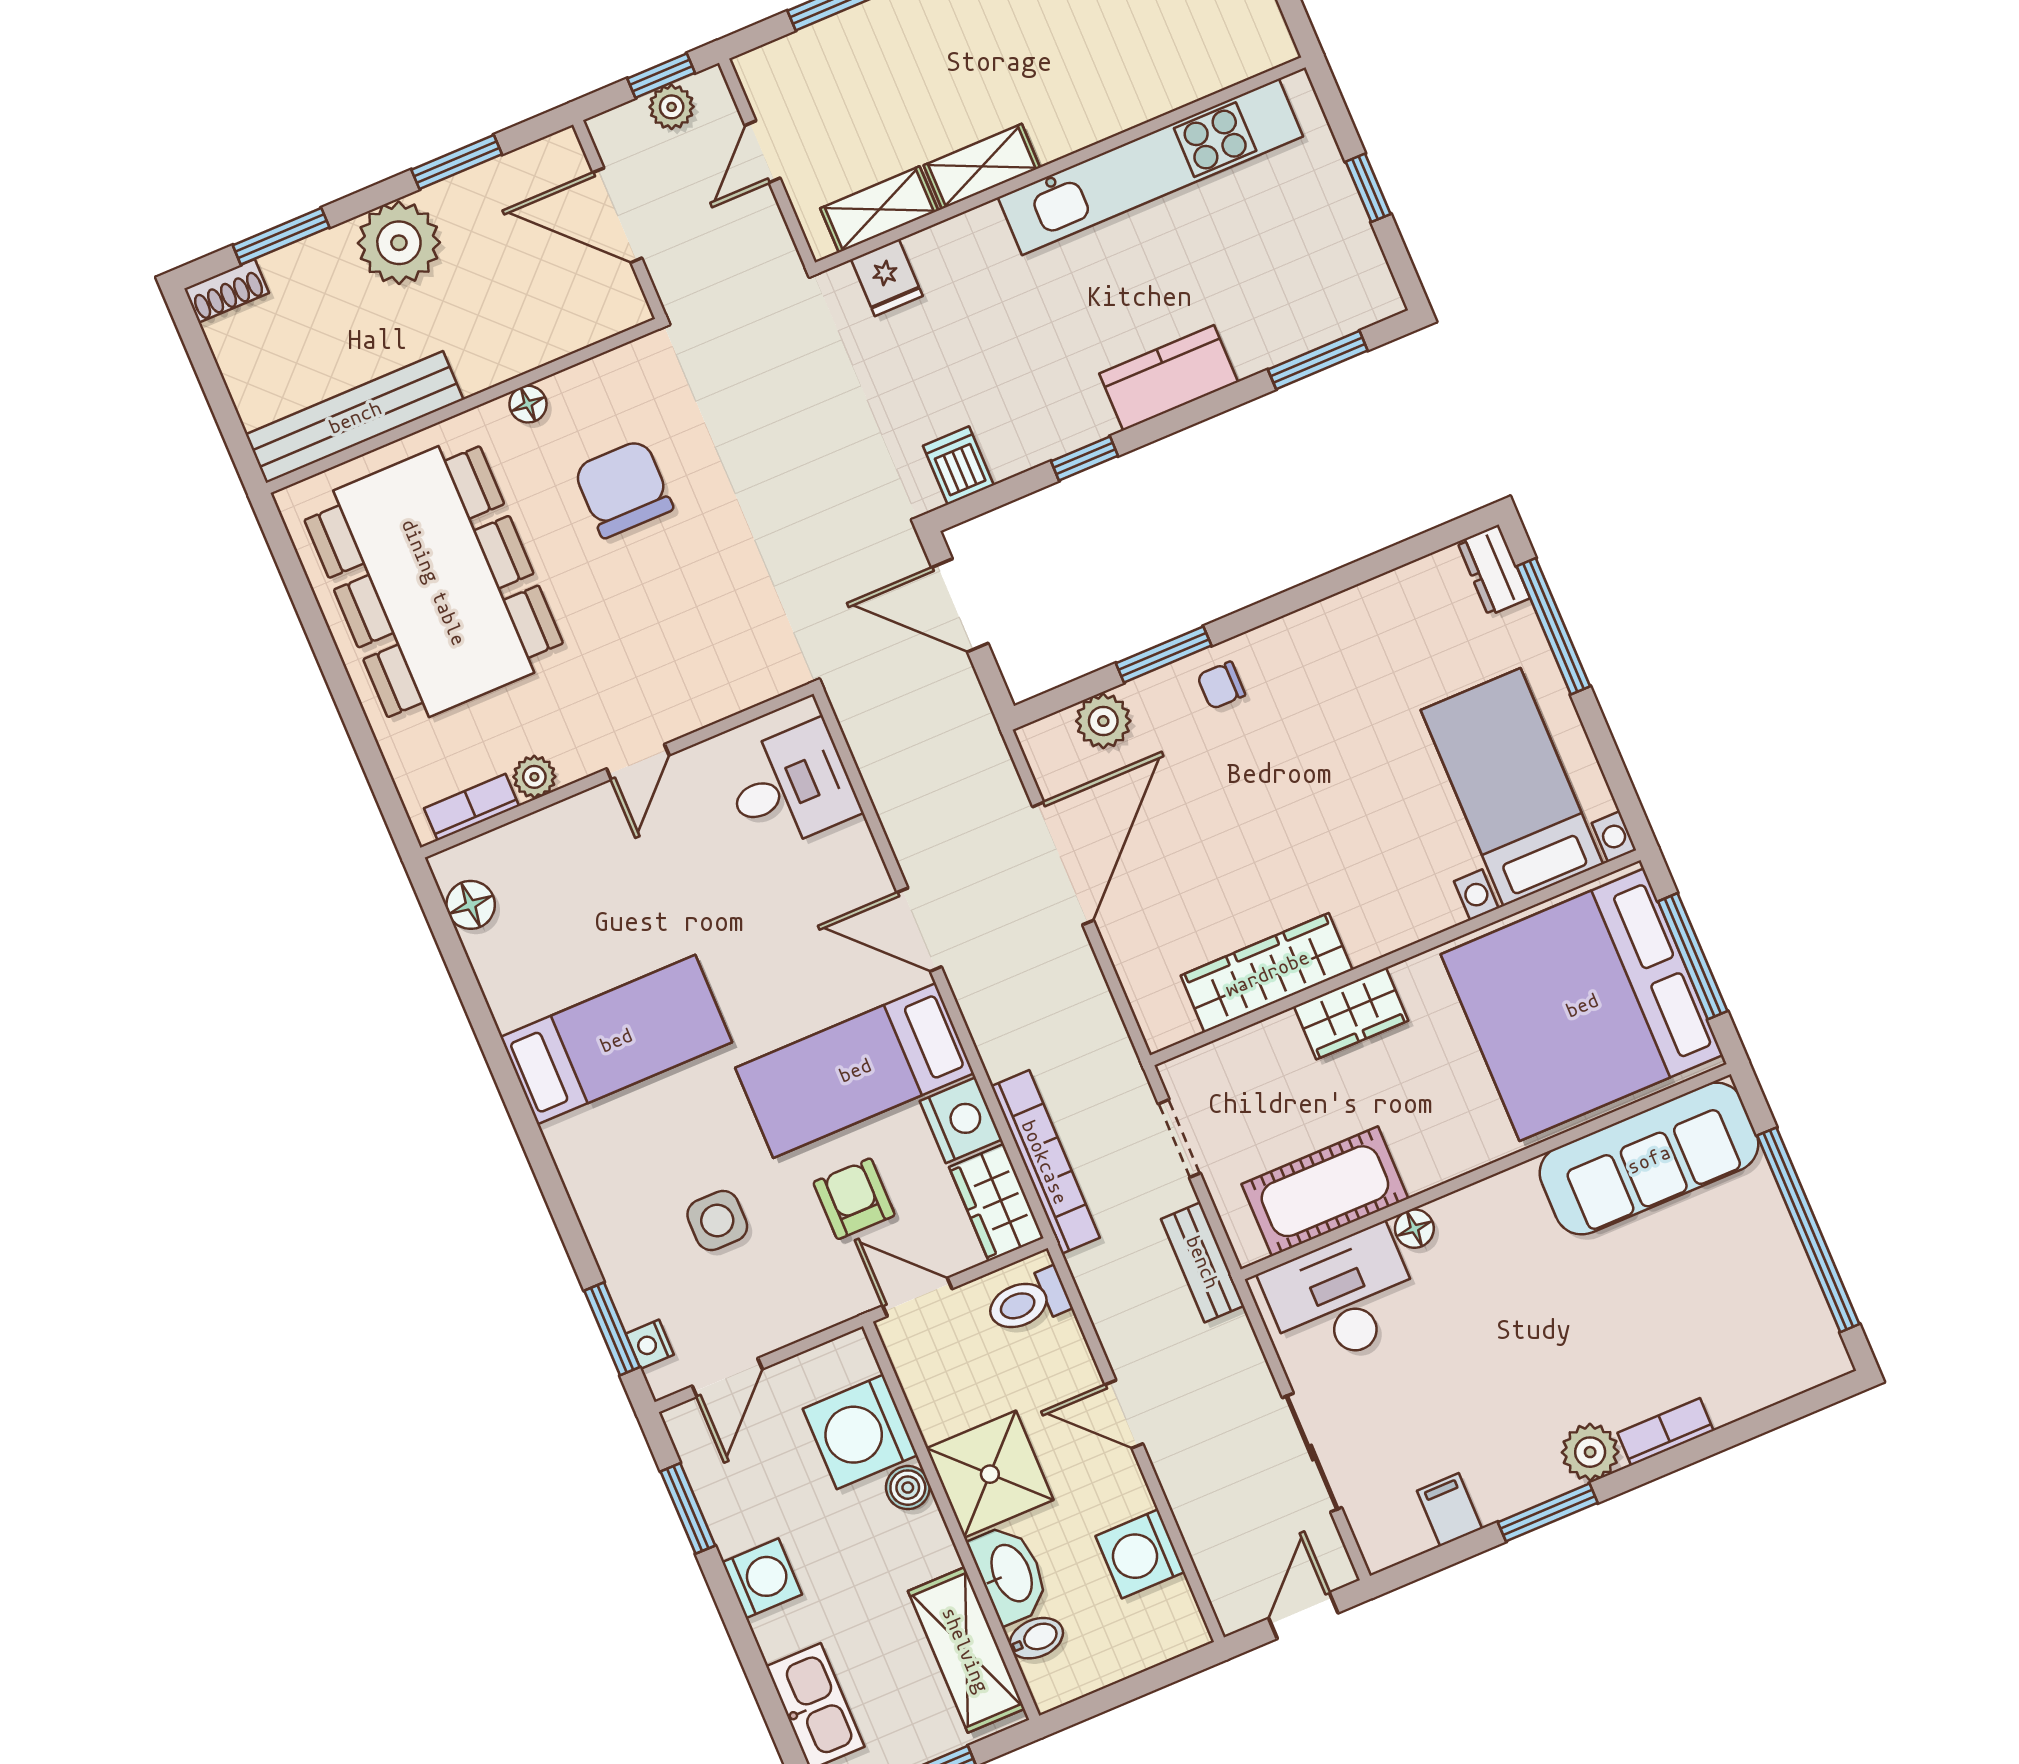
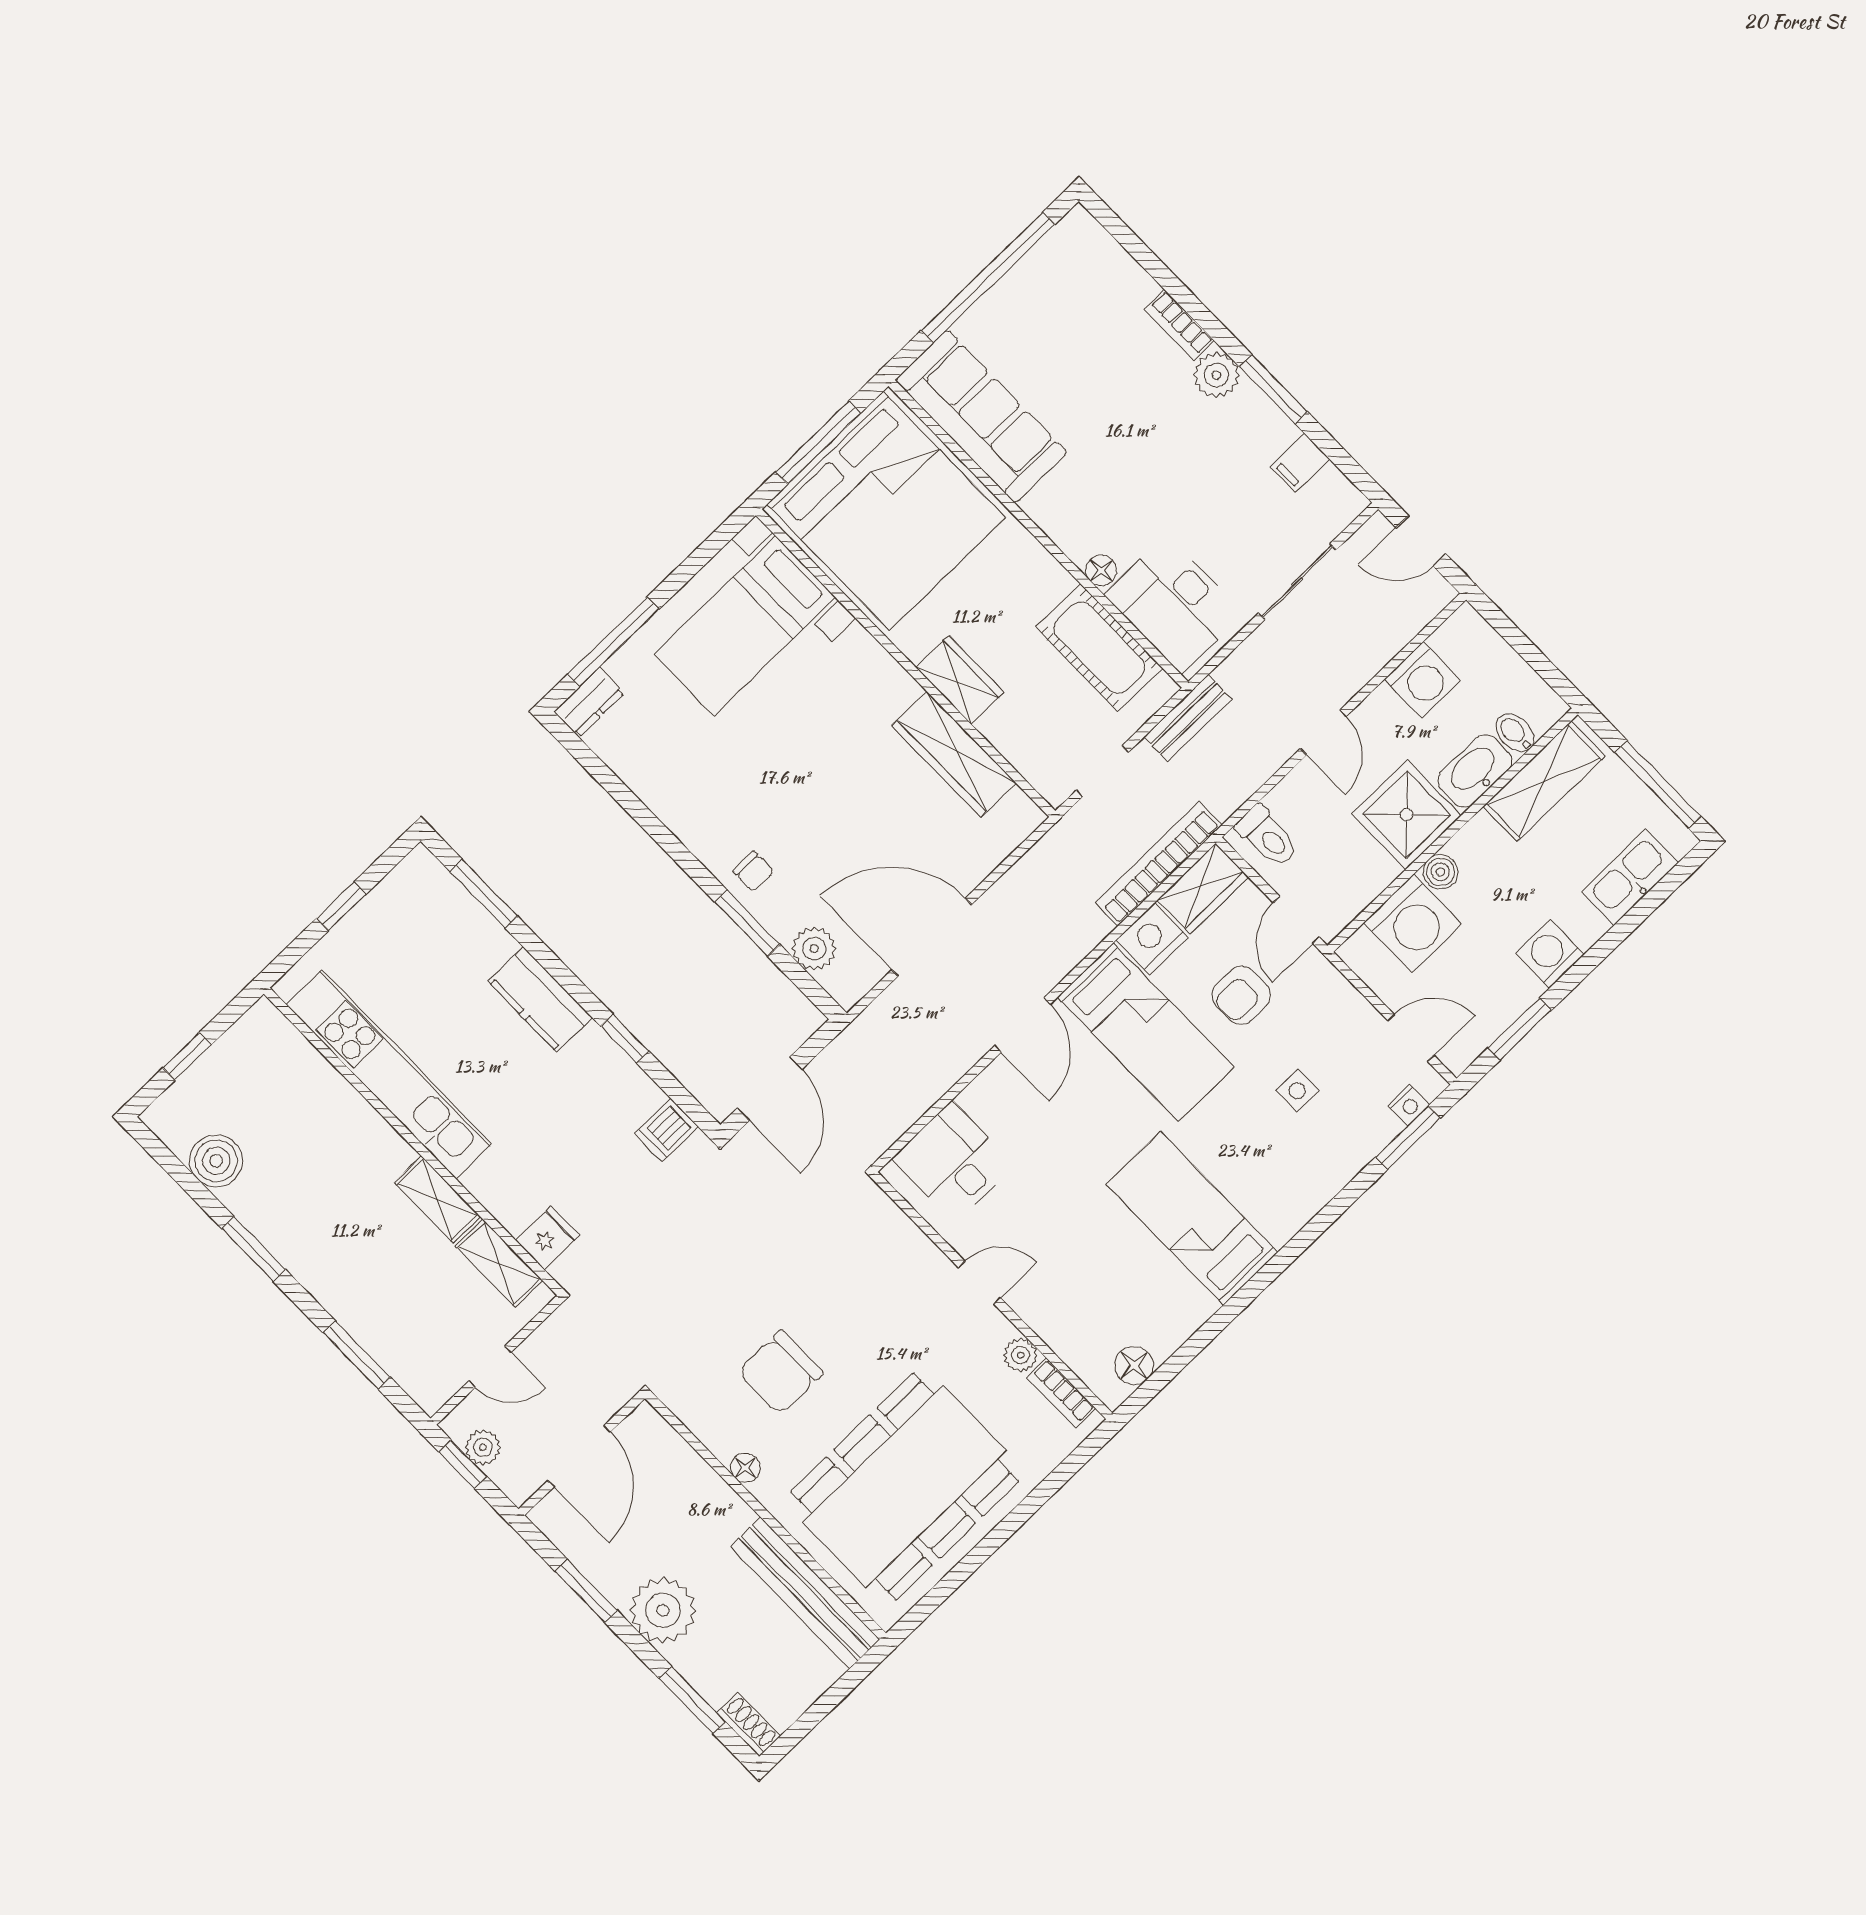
side table: (717, 1221) -> (1297, 1091), width x0.73, depth x0.73

